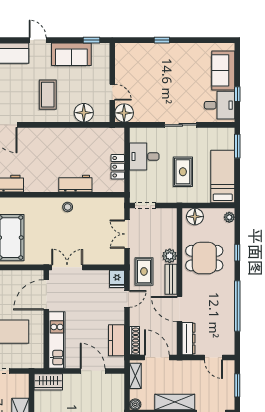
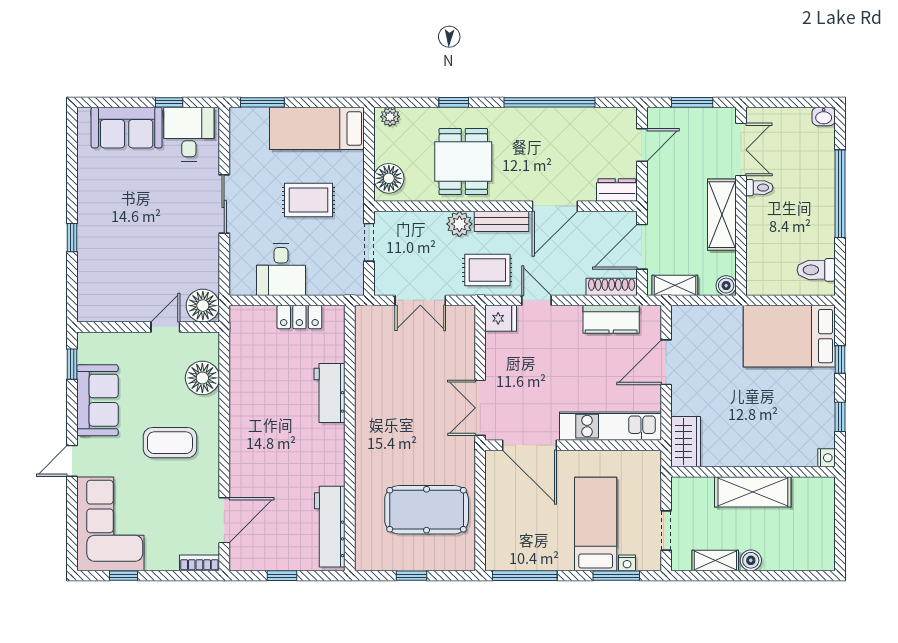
doorway: (145, 206) -> (369, 242), moved
stool: (68, 207) -> (372, 407), removed
dresser: (188, 339) -> (617, 190), width x0.70

